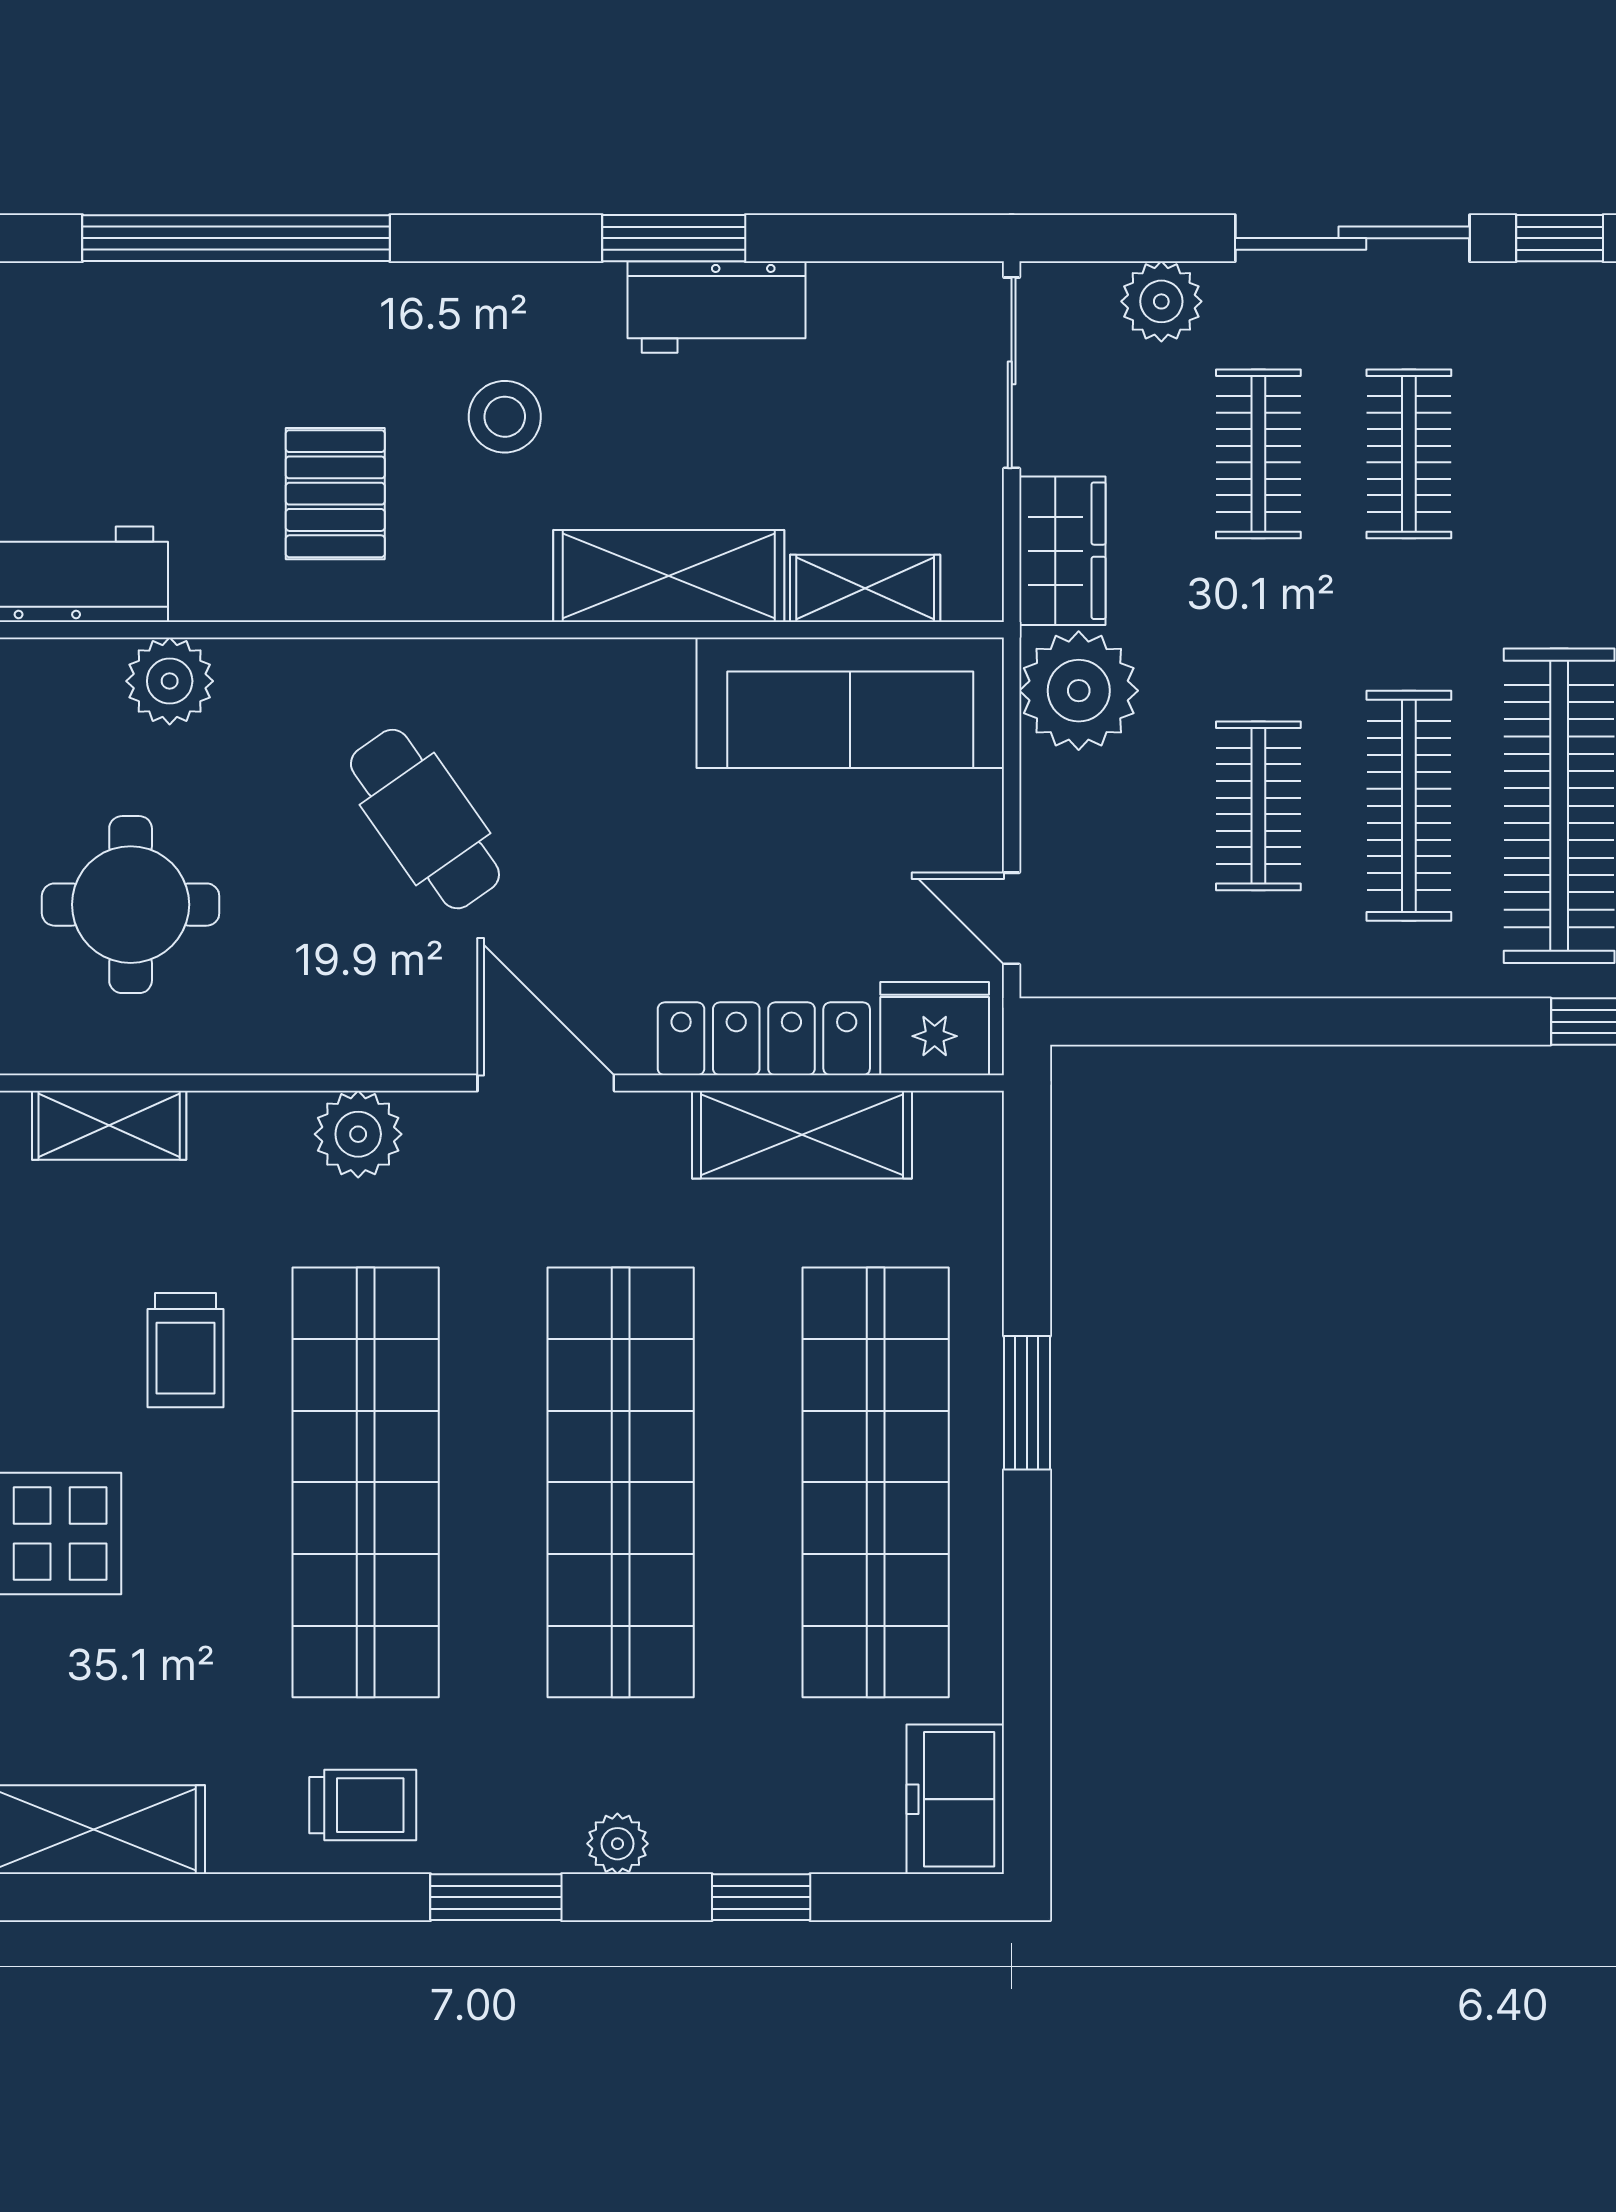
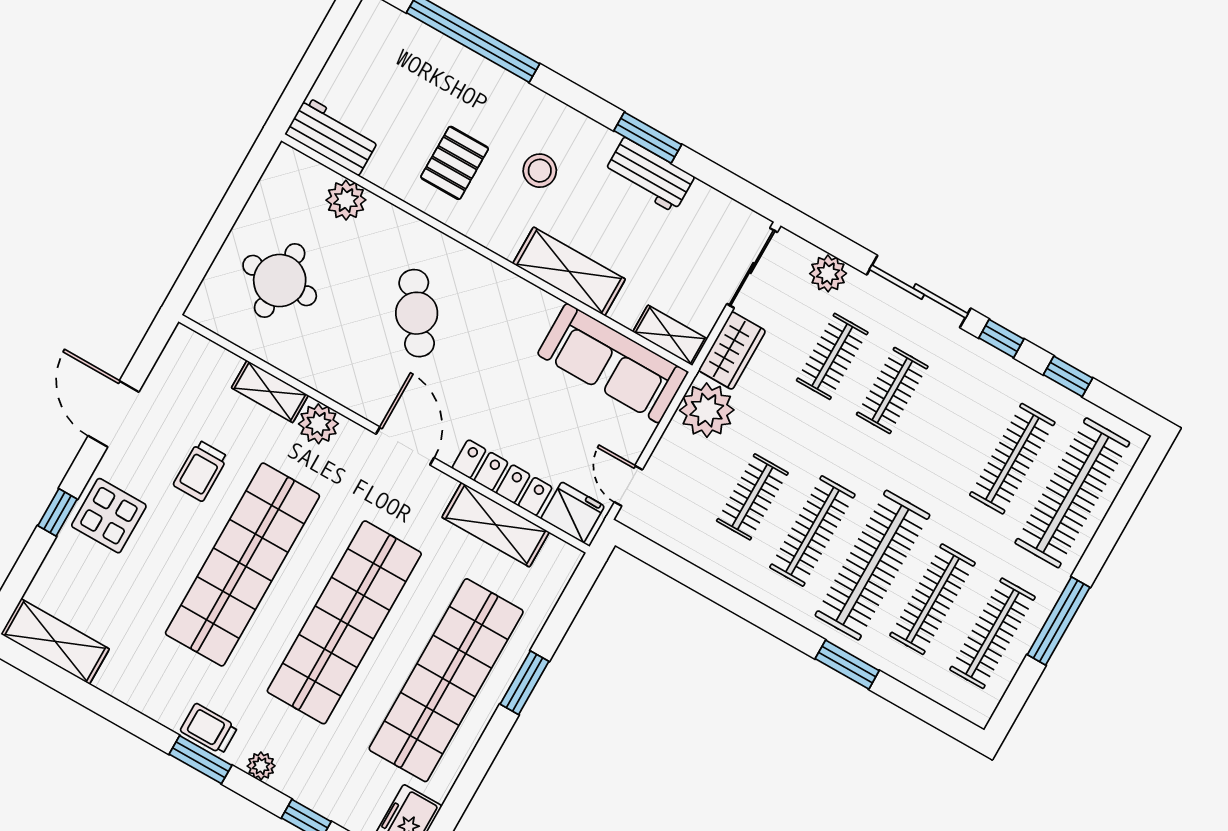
shelving: (865, 588) -> (670, 335), moved
shelving: (109, 1125) -> (270, 392), moved
trolley: (363, 1805) -> (209, 729), moved, turned 180

